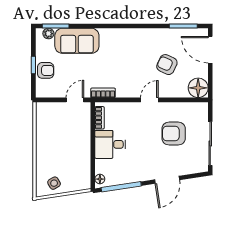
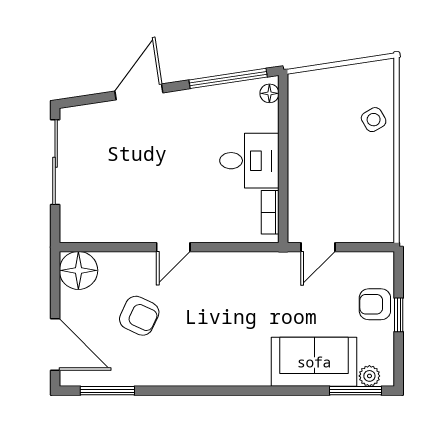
bookcase: (103, 93) -> (263, 261), removed
armchair: (174, 134) -> (126, 182), removed
side table: (54, 183) -> (374, 120), moved

